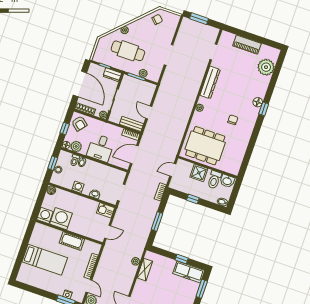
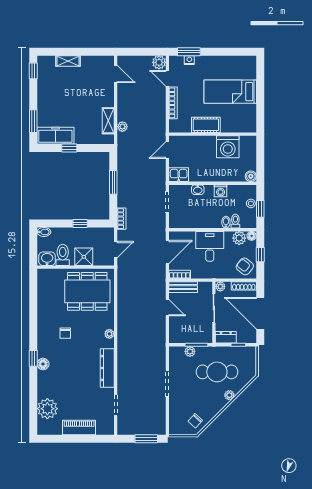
washing machine: (45, 216) -> (248, 144), removed

